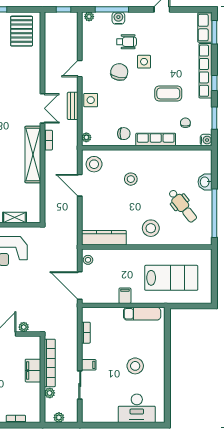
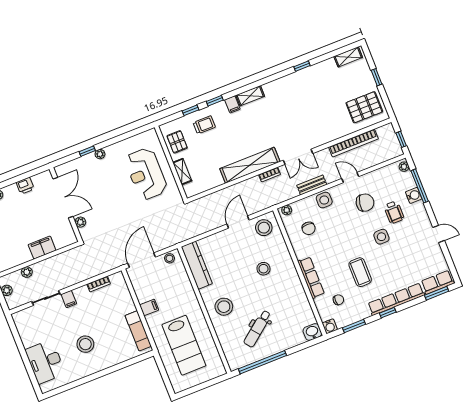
chair: (119, 72) -> (365, 203), moved
chair: (124, 134) -> (309, 228), moved
washbasin: (205, 182) -> (312, 332), moved
bookcase: (50, 363) -> (353, 143), moved

